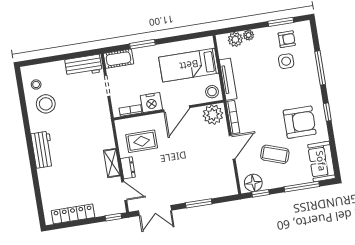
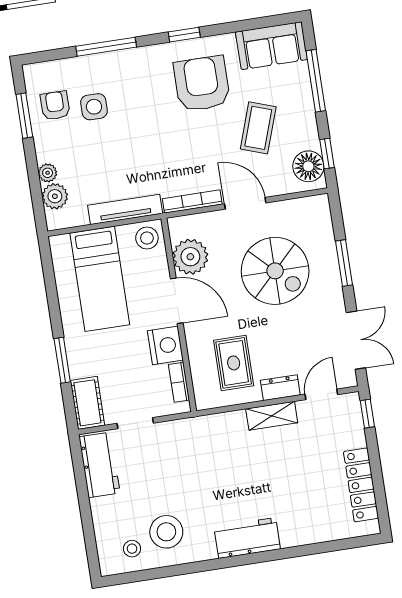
plant: (213, 115) -> (190, 257), moved
spiral stairs: (194, 164) -> (275, 271), added

